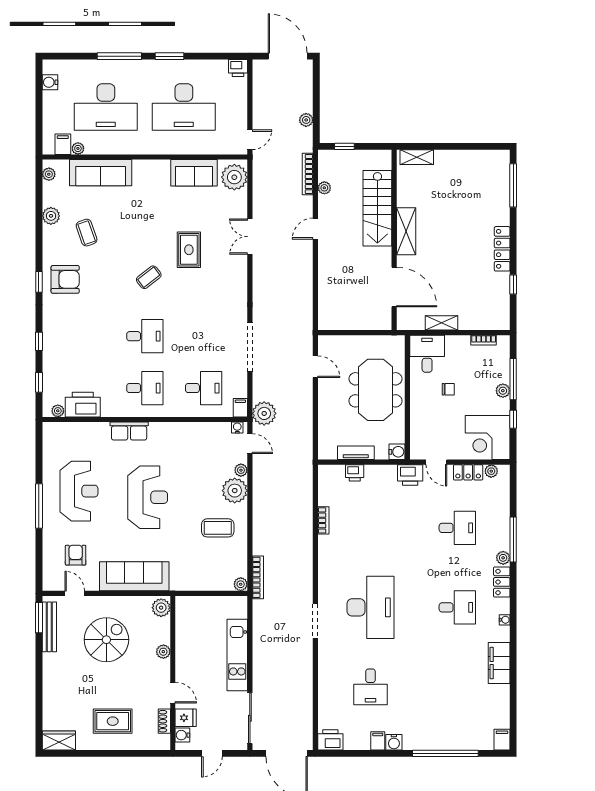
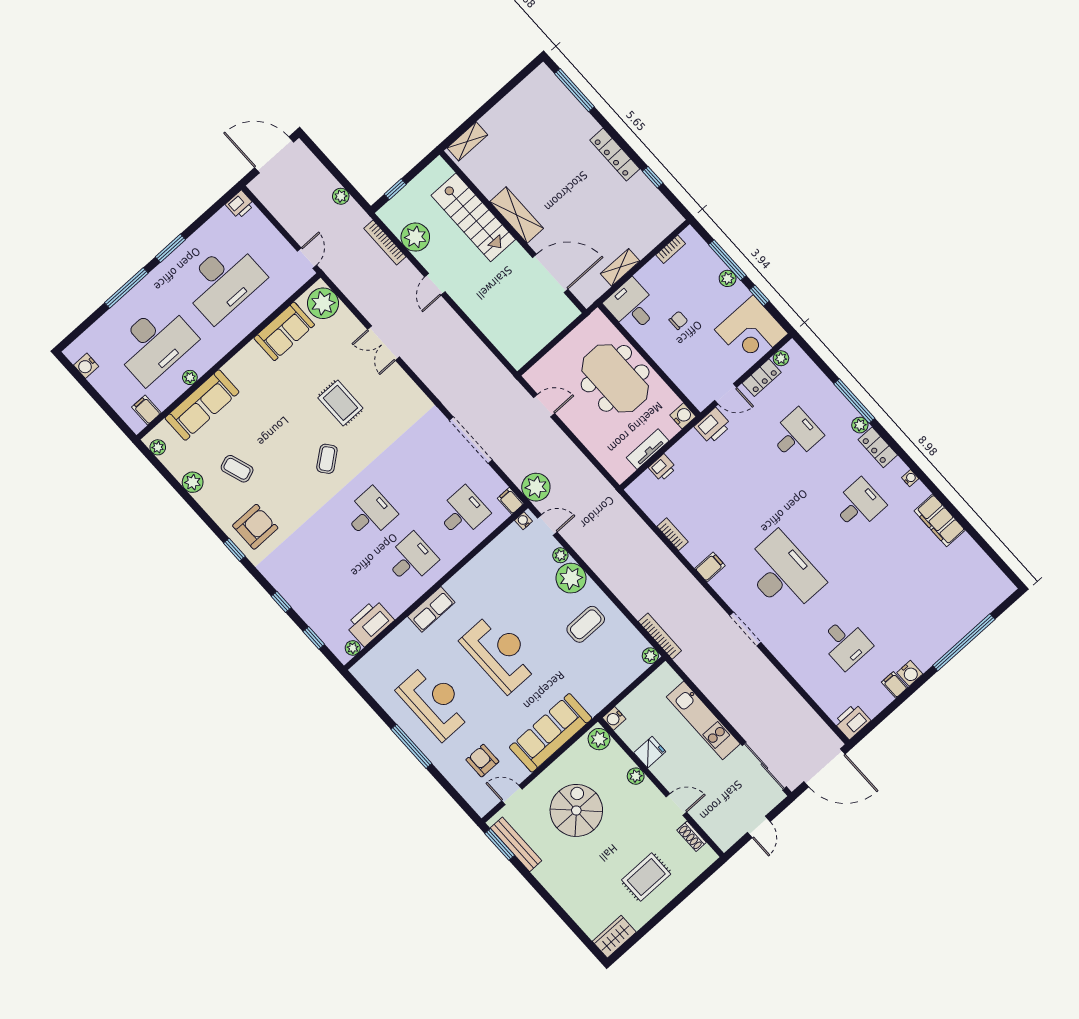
plant: (78, 148) -> (190, 377), moved
plant: (324, 188) -> (415, 237), width x1.87, depth x1.87
fridge: (186, 718) -> (650, 752), moved
water cooler: (182, 735) -> (614, 718), moved
filing cabinet: (502, 740) -> (710, 567), moved, turned 90

